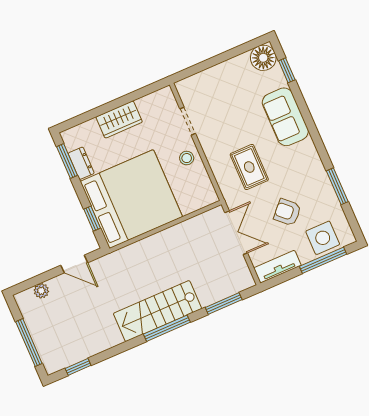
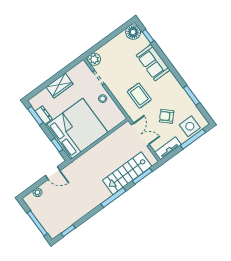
plant: (187, 89) -> (94, 59), added
stairs: (157, 311) -> (127, 173), moved

